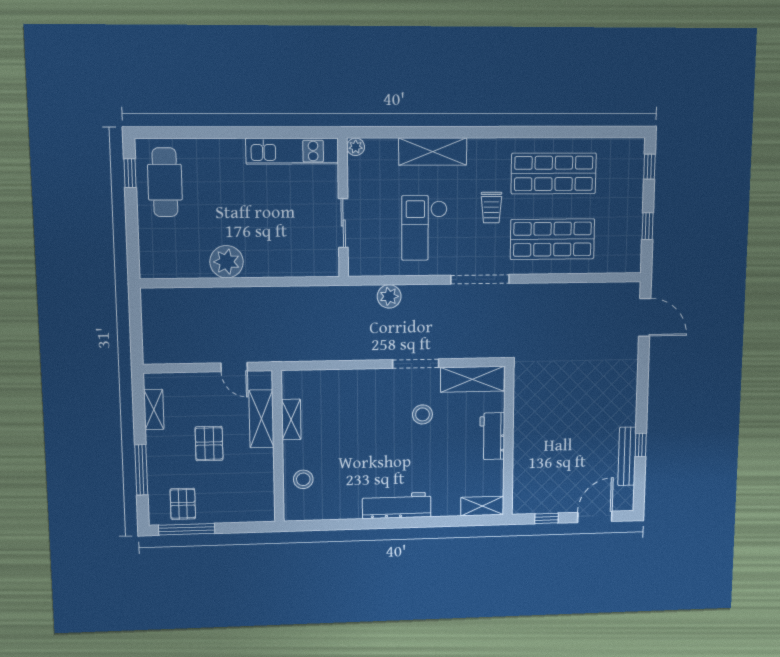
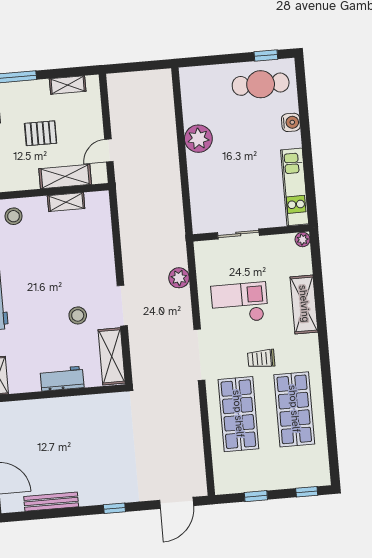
water cooler: (214, 149) -> (291, 122), added
window: (641, 445) -> (114, 508), moved

